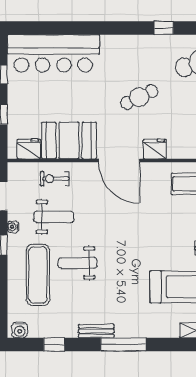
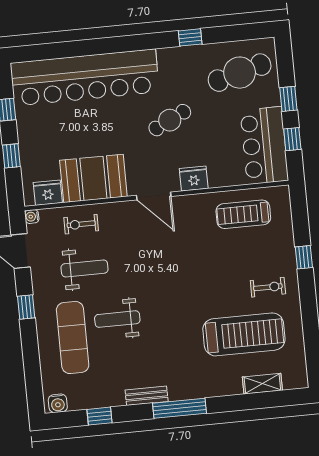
bar counter: (53, 53) -> (85, 77), width x1.36
door: (119, 161) -> (154, 196), width x0.73
water cooler: (13, 227) -> (32, 217), moved

